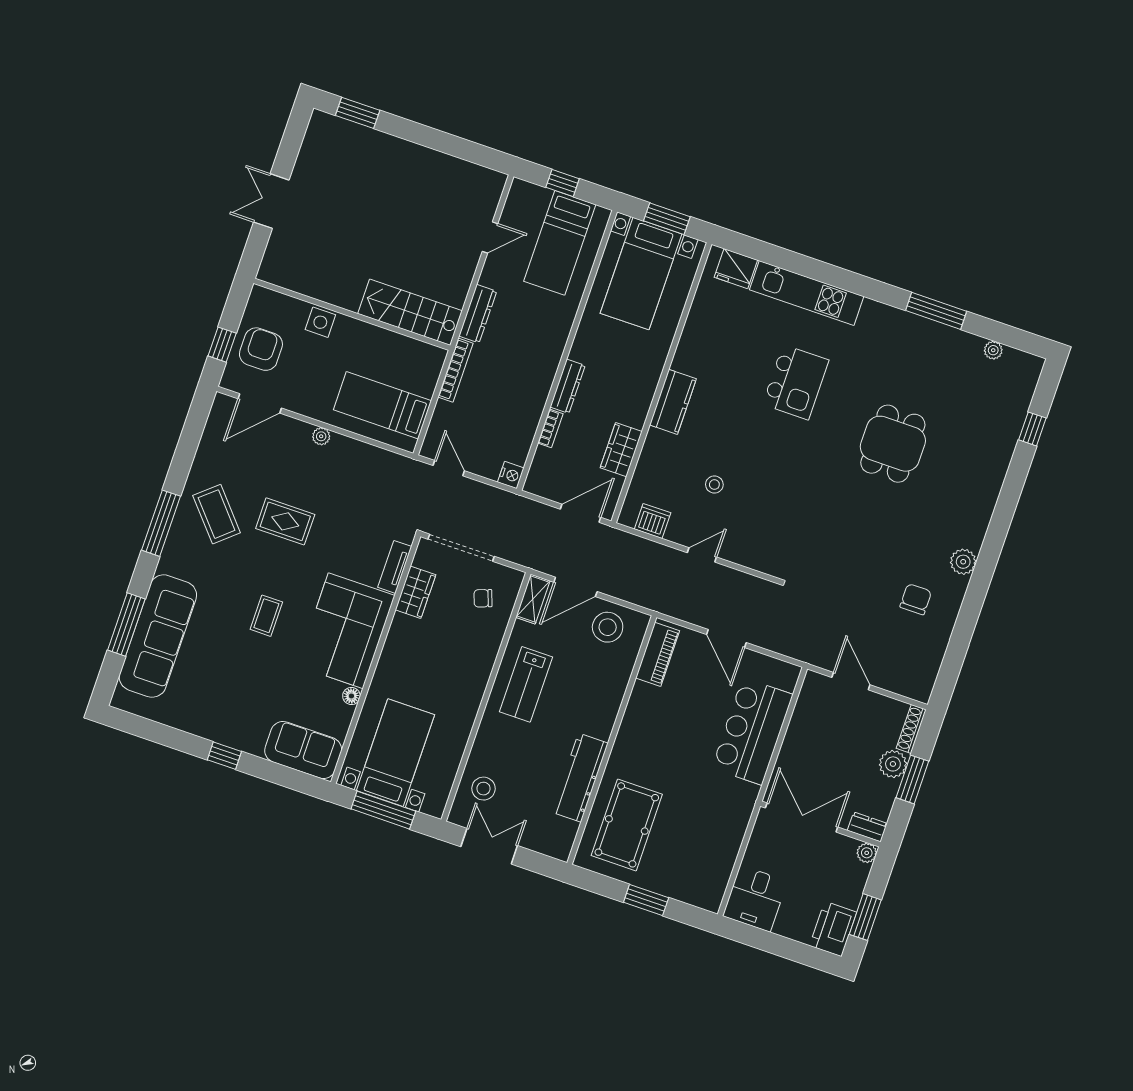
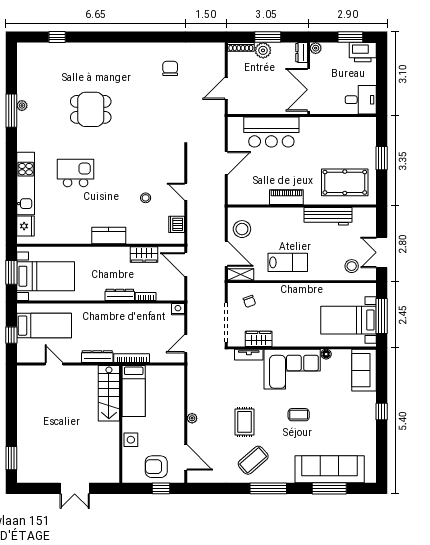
plant: (993, 350) -> (22, 106), moved
bed: (382, 405) -> (134, 391), moved
plant: (963, 562) -> (141, 50), removed
chair: (916, 599) -> (170, 68), turned 90
piano: (658, 654) -> (286, 197), moved

